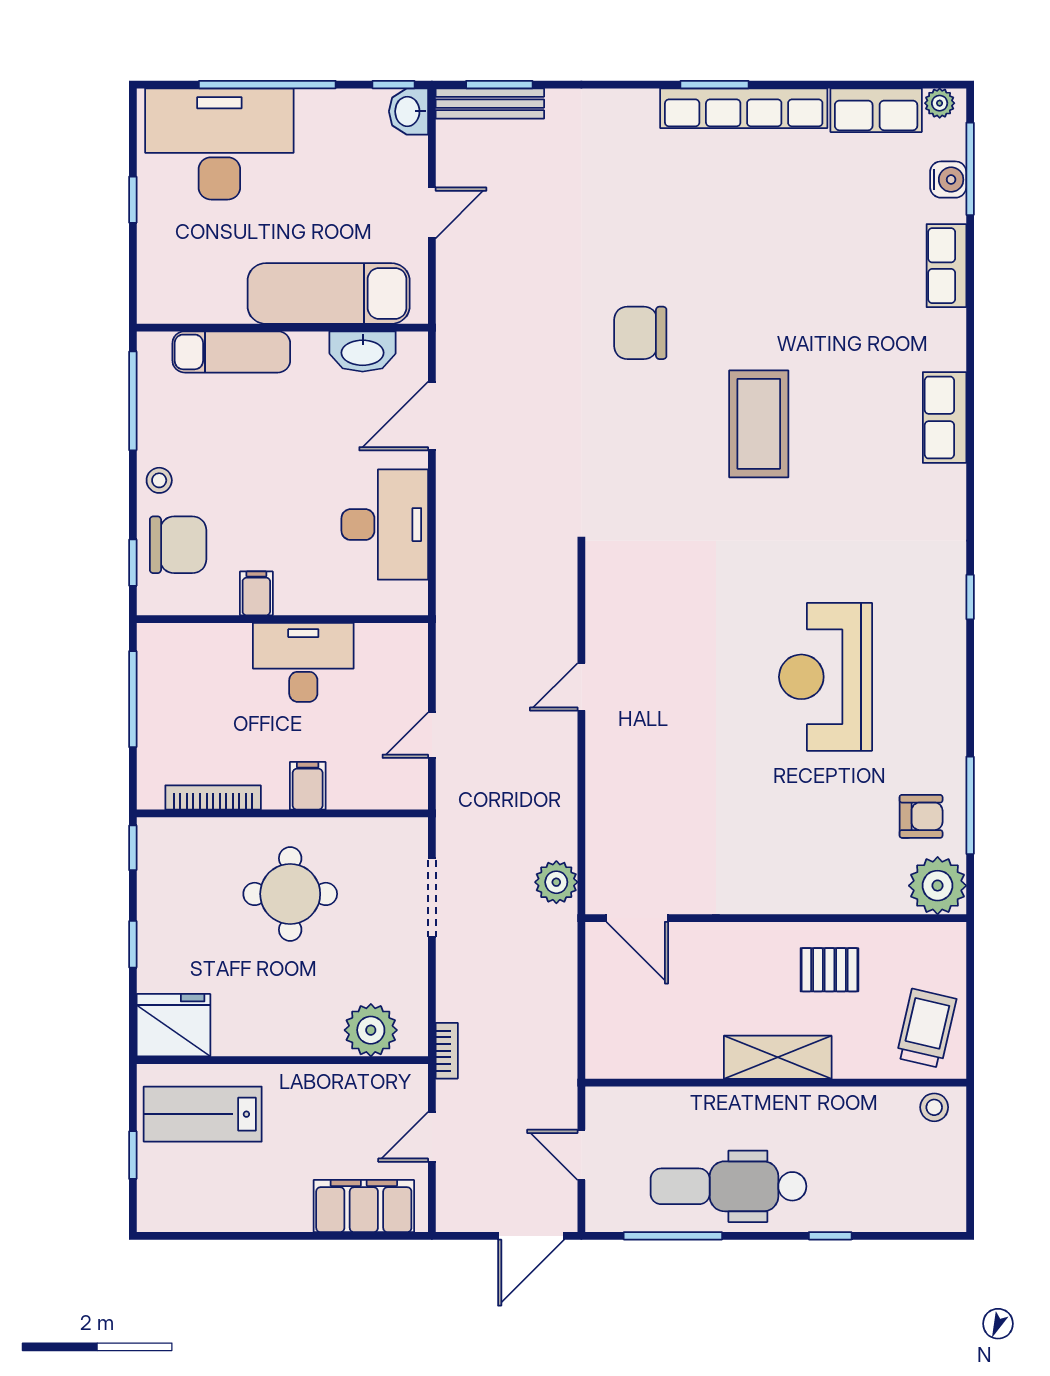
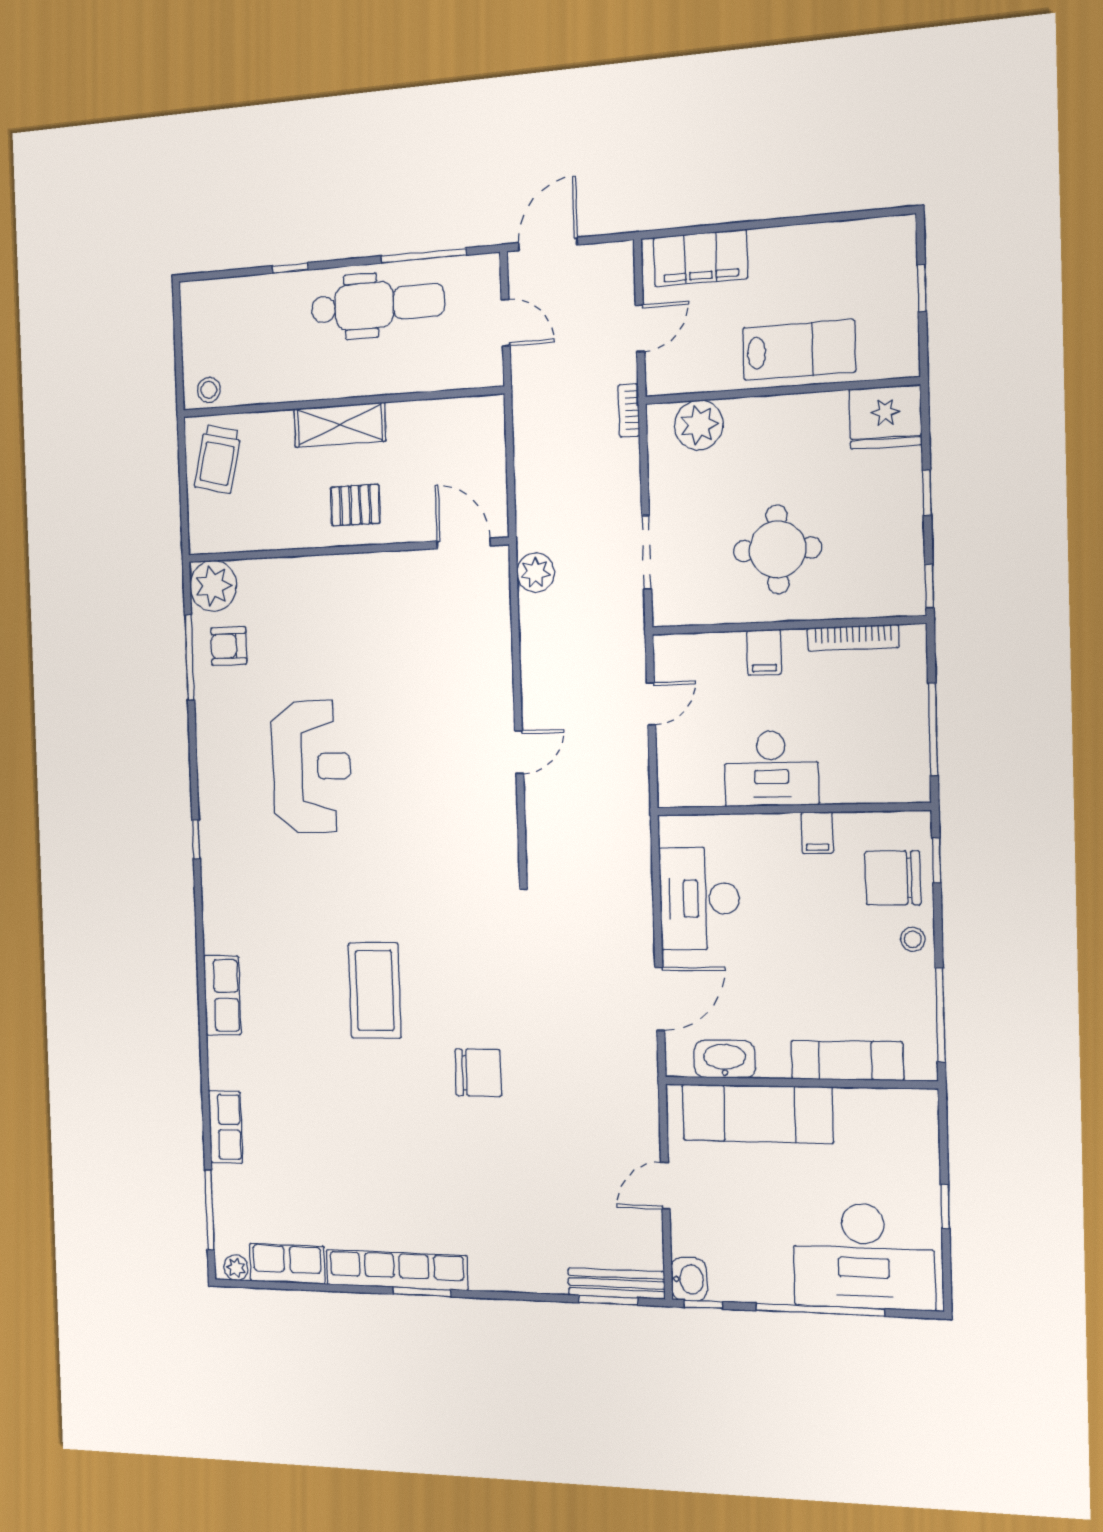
water cooler: (948, 180) -> (227, 1201), removed
pallet: (829, 970) -> (355, 505), moved
lab bench: (203, 1114) -> (799, 350), moved

